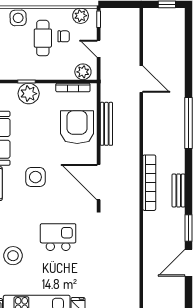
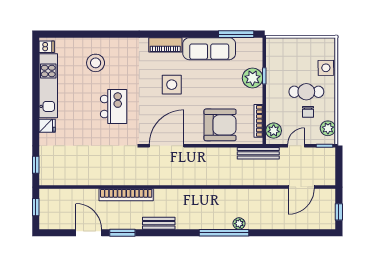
door: (141, 79) -> (301, 187), moved
plant: (179, 108) -> (239, 224), added
bench: (106, 124) -> (258, 153), moved
bookcase: (149, 183) -> (126, 195), moved

